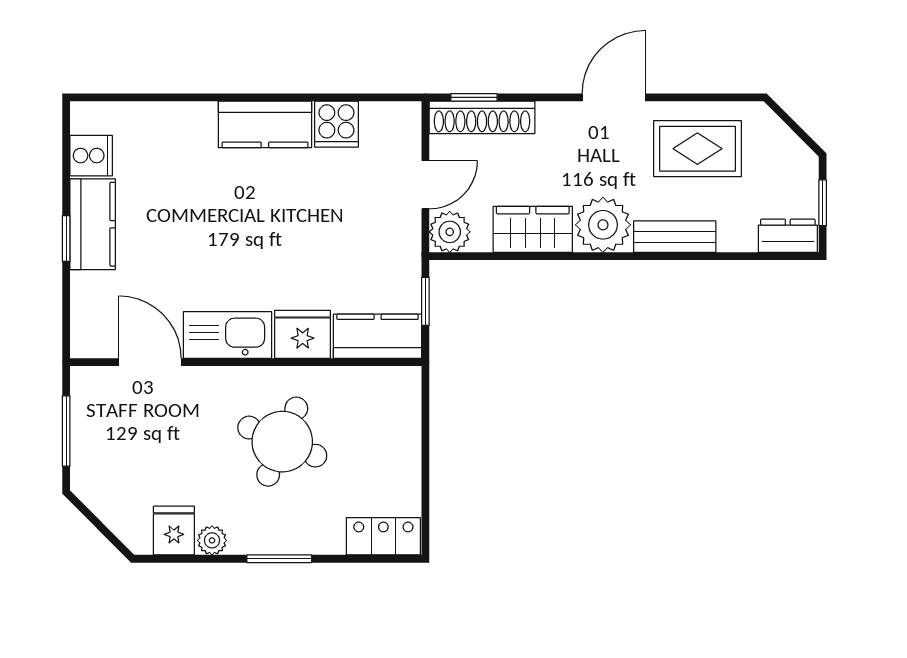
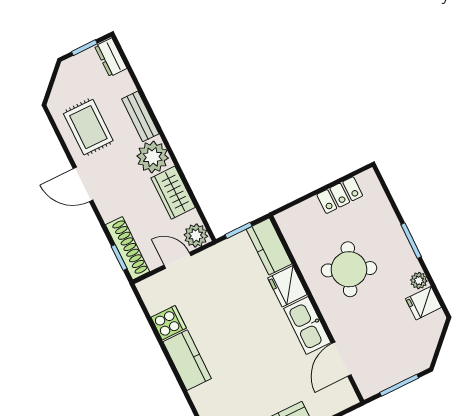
locker: (383, 536) -> (340, 195), moved, turned -90

